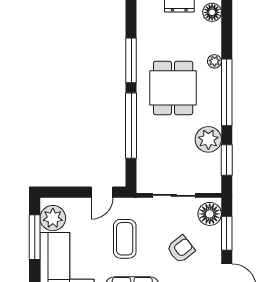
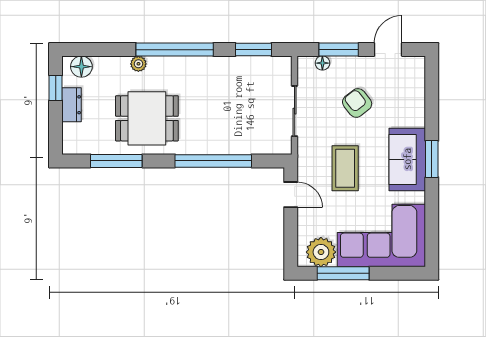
window: (131, 60) -> (116, 161), moved
dining table: (173, 88) -> (147, 118), moved
plant: (208, 139) -> (229, 71), removed
floor lamp: (210, 214) -> (322, 63), width x0.53, depth x0.53
coffee table: (125, 239) -> (345, 168), turned 90

